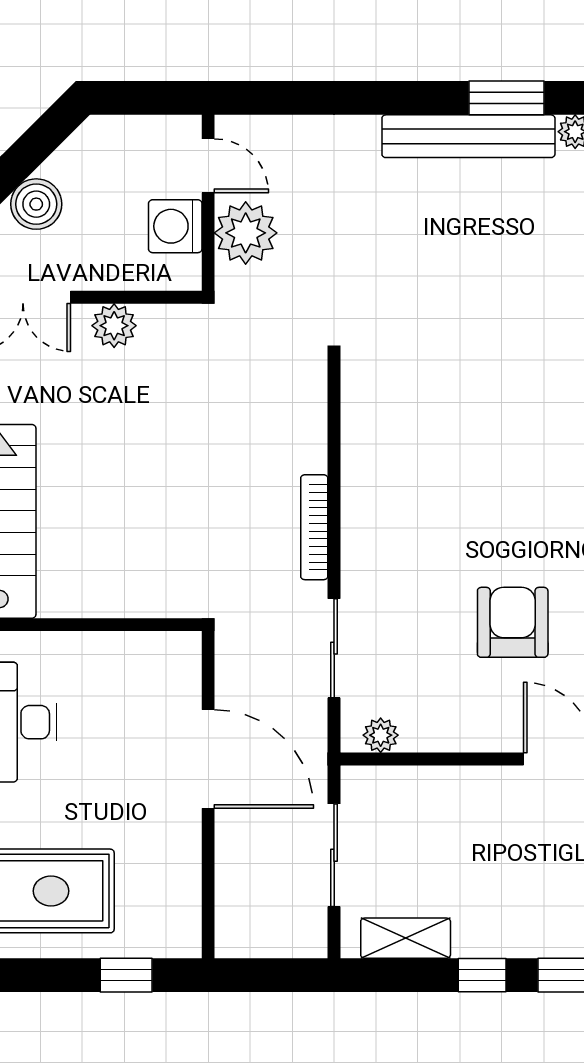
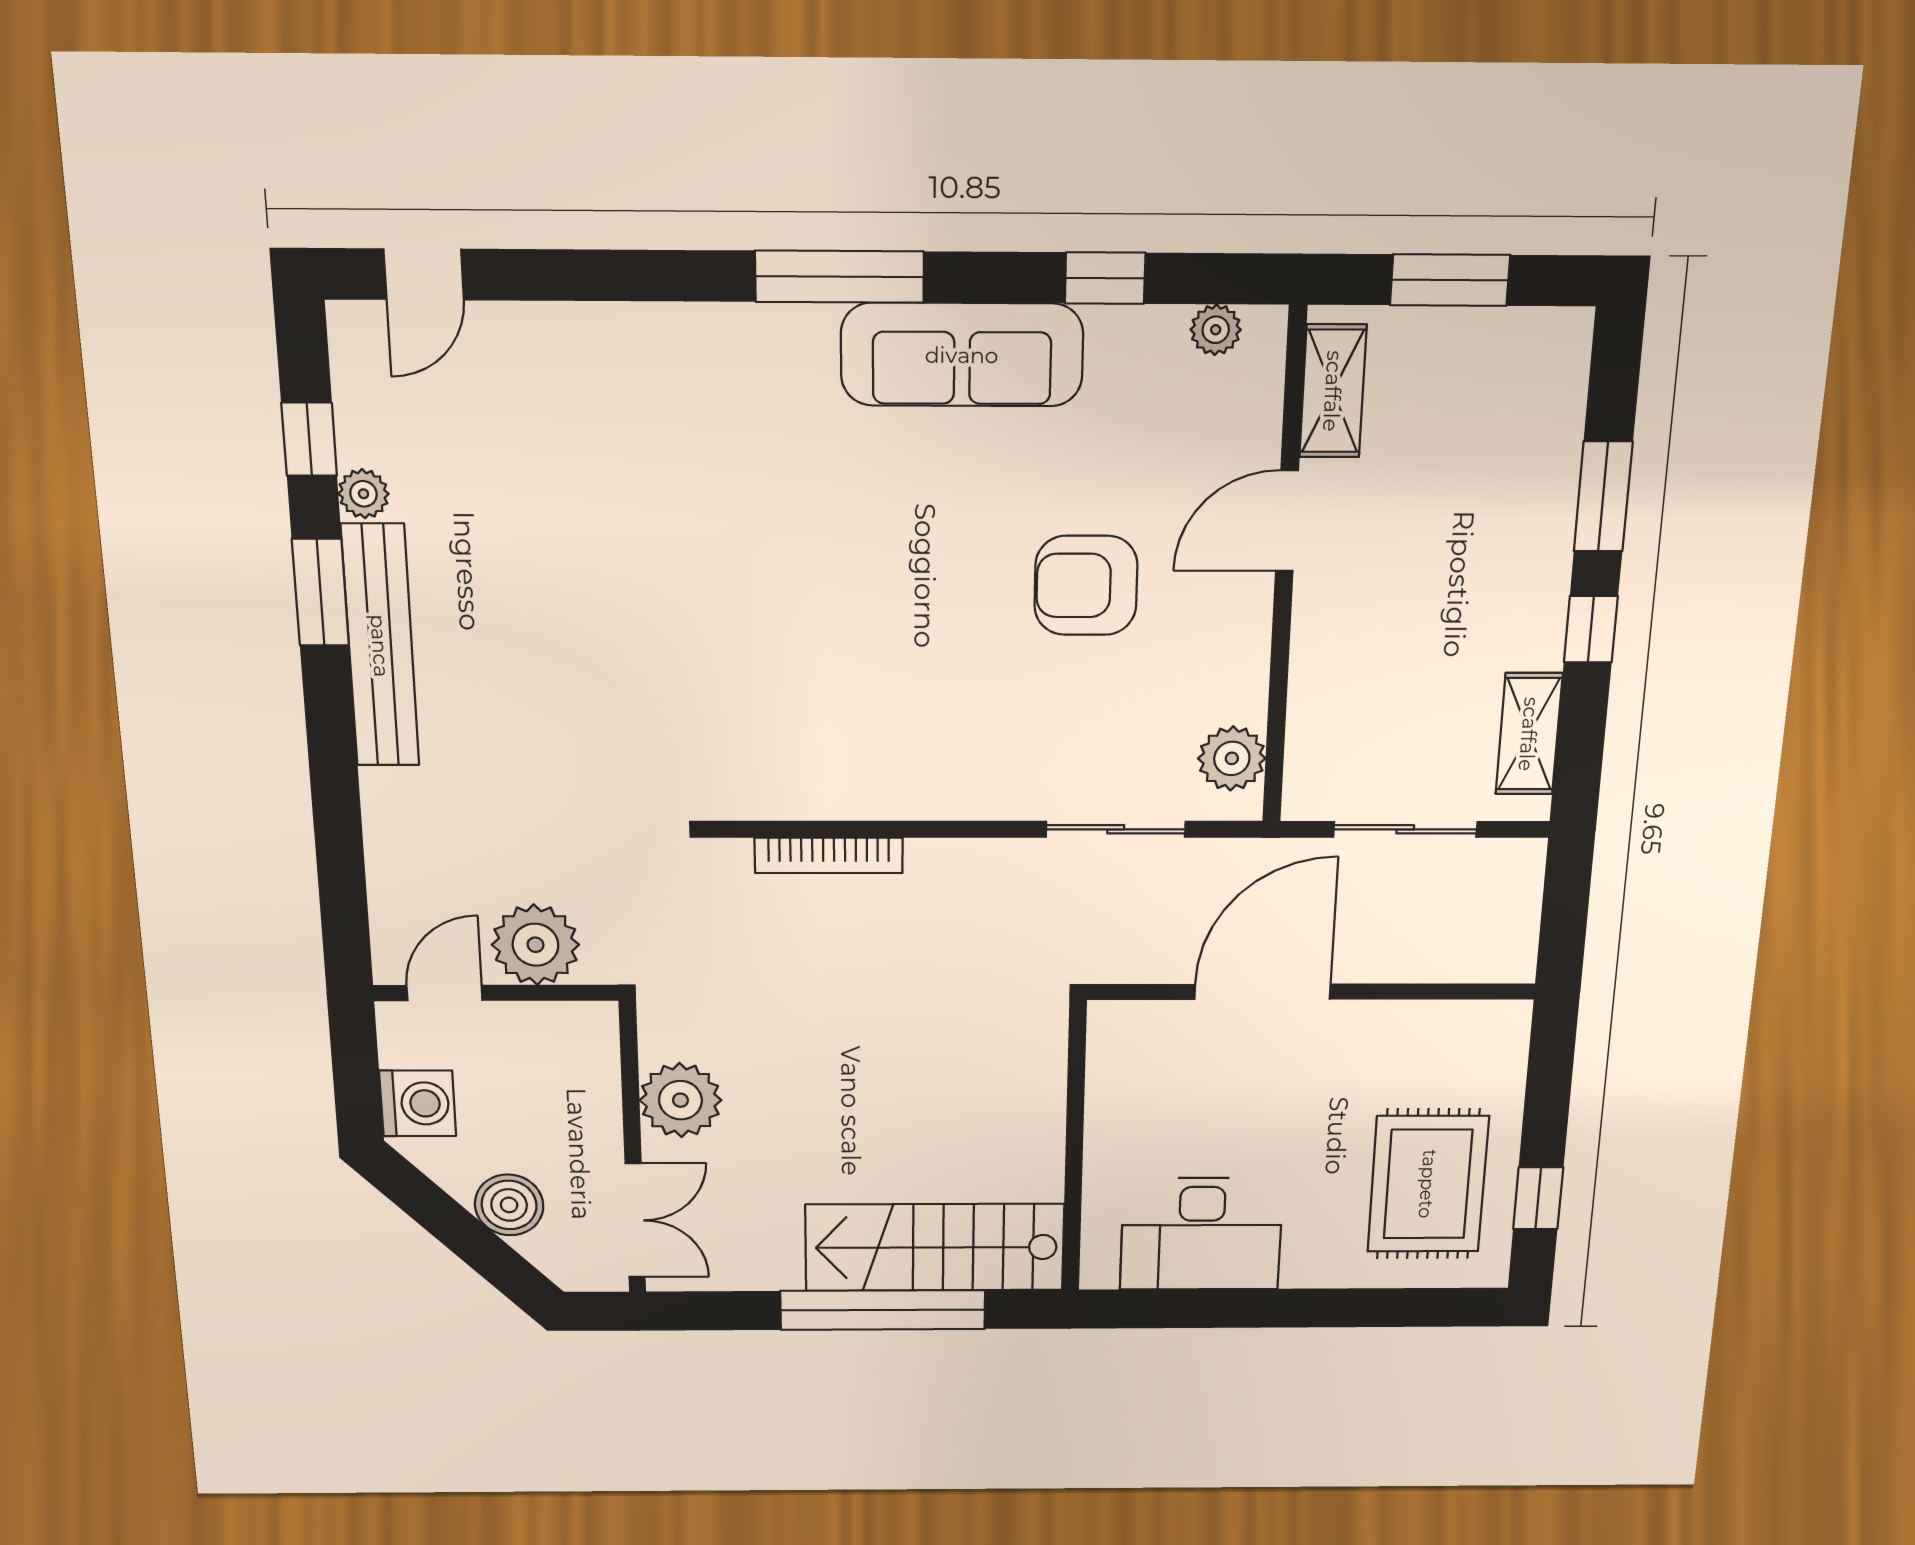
washing machine: (175, 226) -> (418, 1103), moved, turned -90
plant: (114, 326) -> (680, 1100), width x1.36, depth x1.36
bookcase: (314, 527) -> (829, 855), moved
plant: (381, 735) -> (1232, 758), width x1.38, depth x1.38
window: (126, 975) -> (1538, 1198), moved

